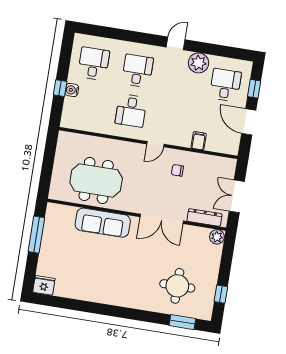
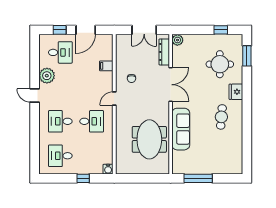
desk: (225, 85) -> (60, 52), turned 180
water cooler: (72, 90) -> (108, 169), moved
door: (155, 144) -> (114, 99), swing flipped
cafe table: (110, 277) -> (221, 117), added
fridge: (44, 285) -> (236, 92), moved

